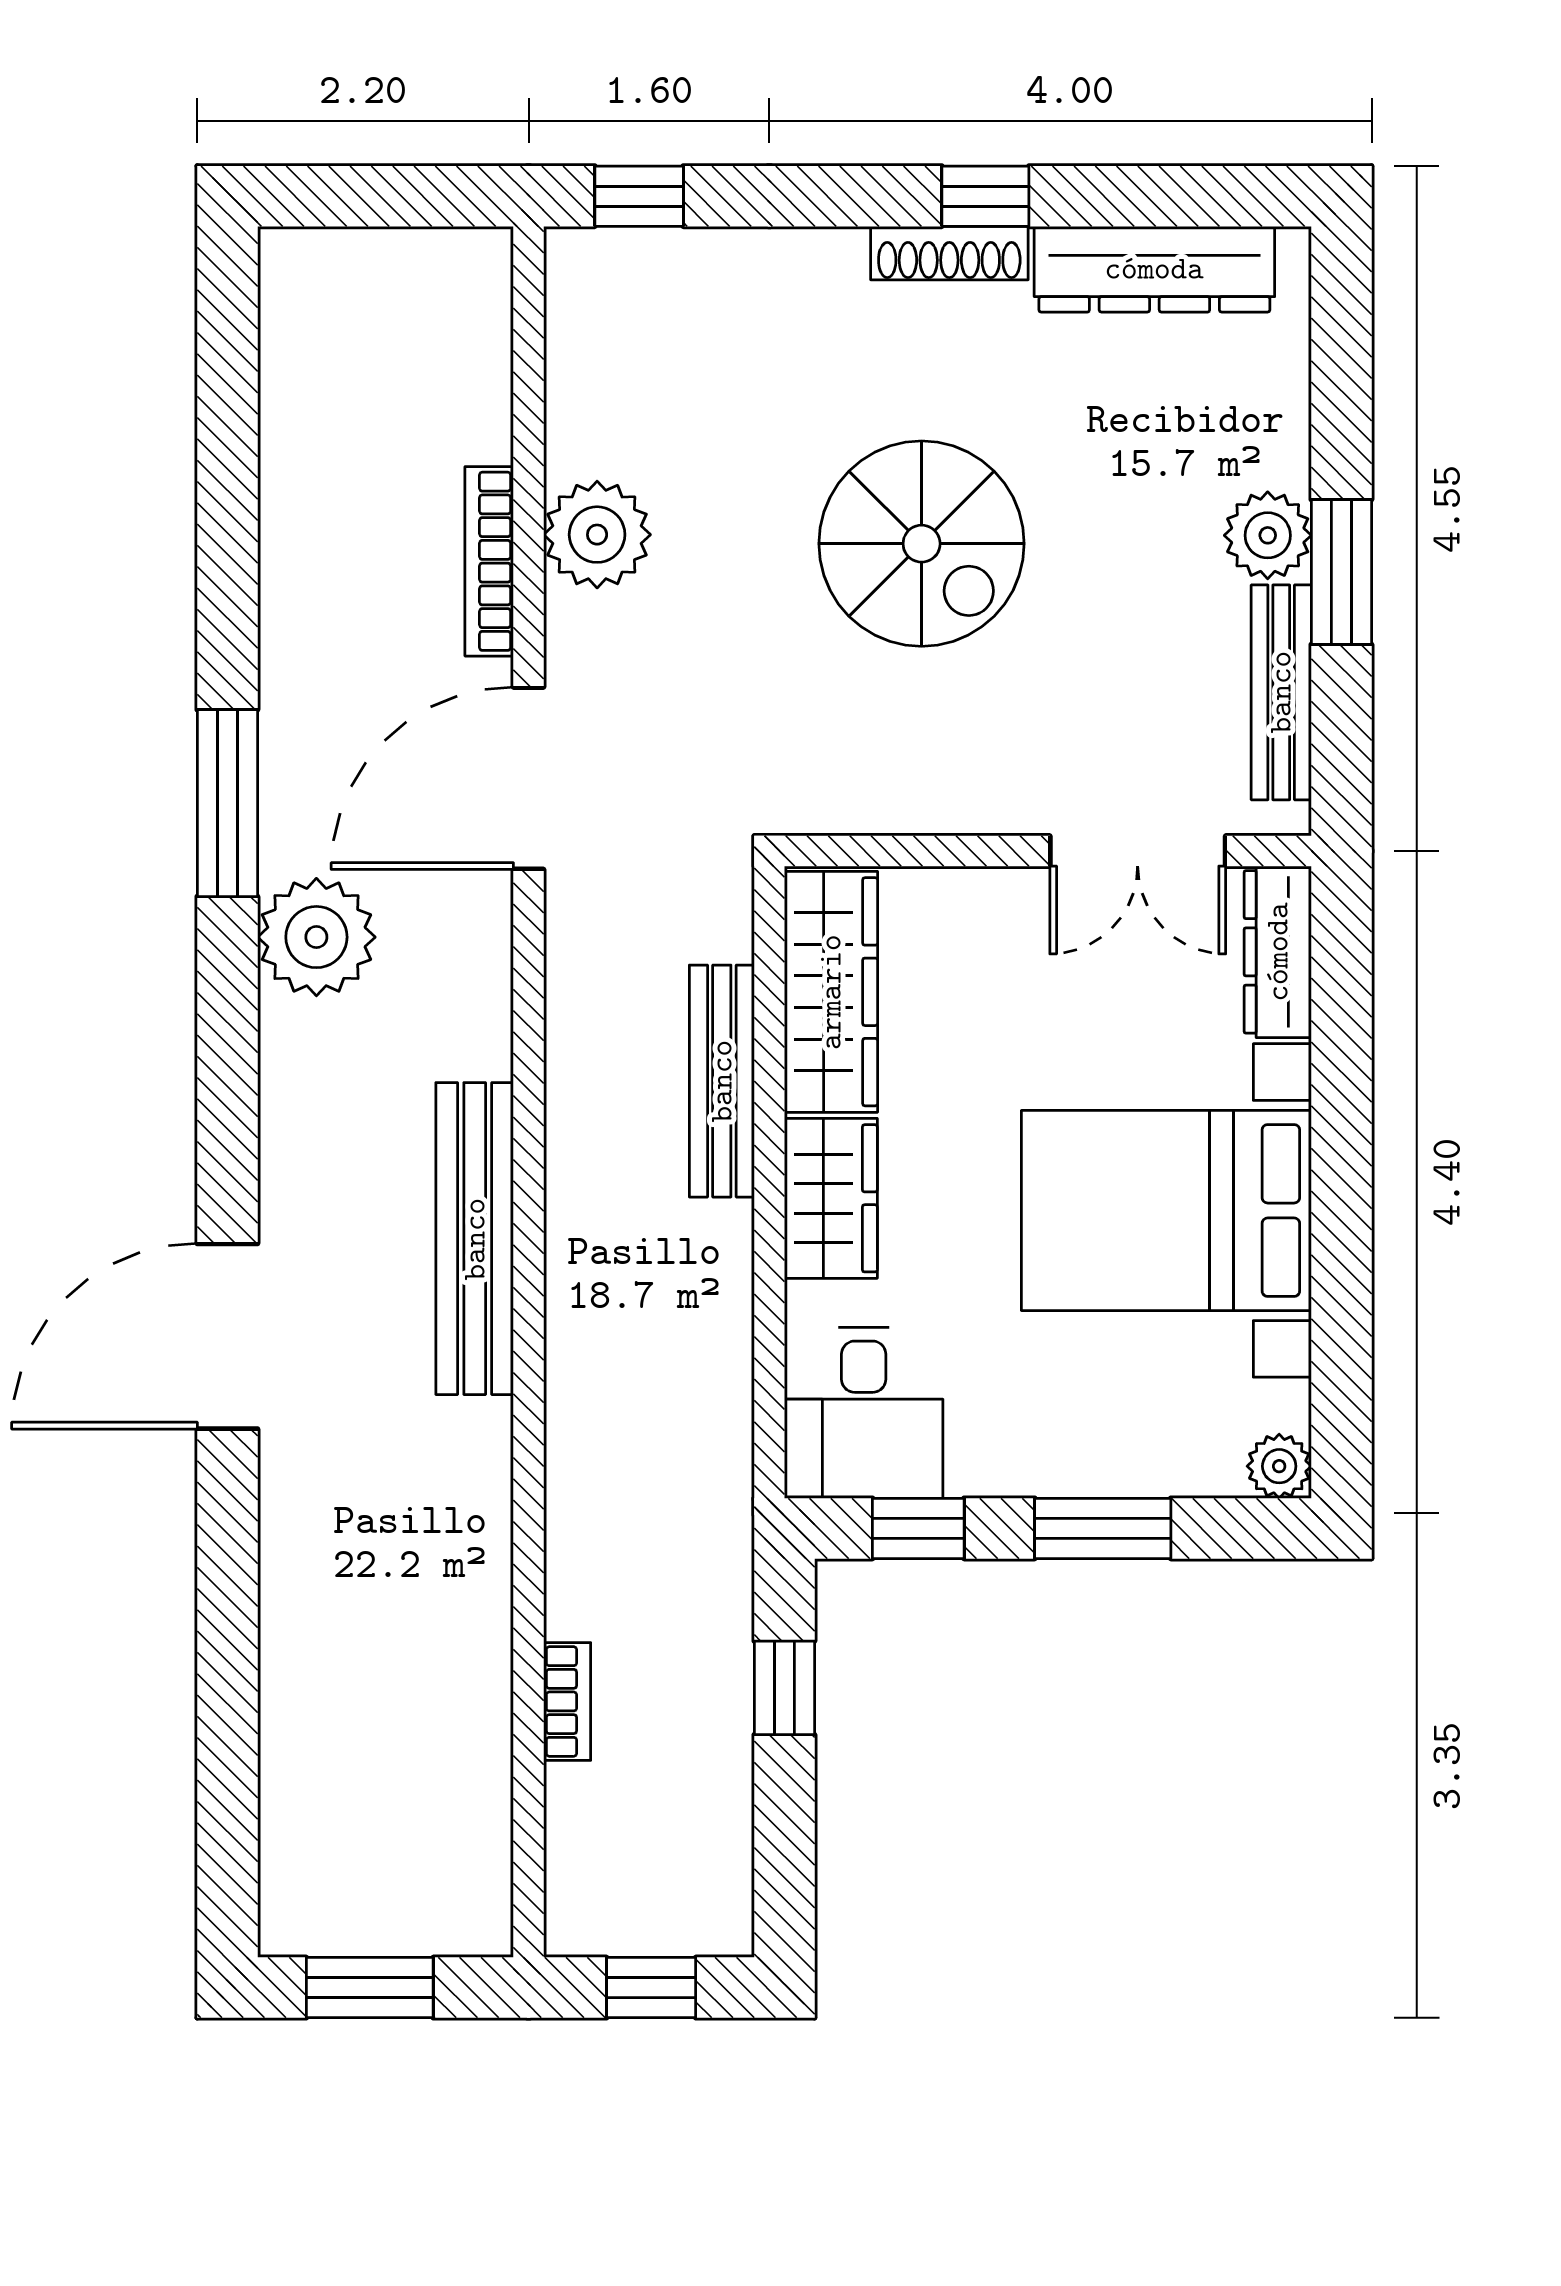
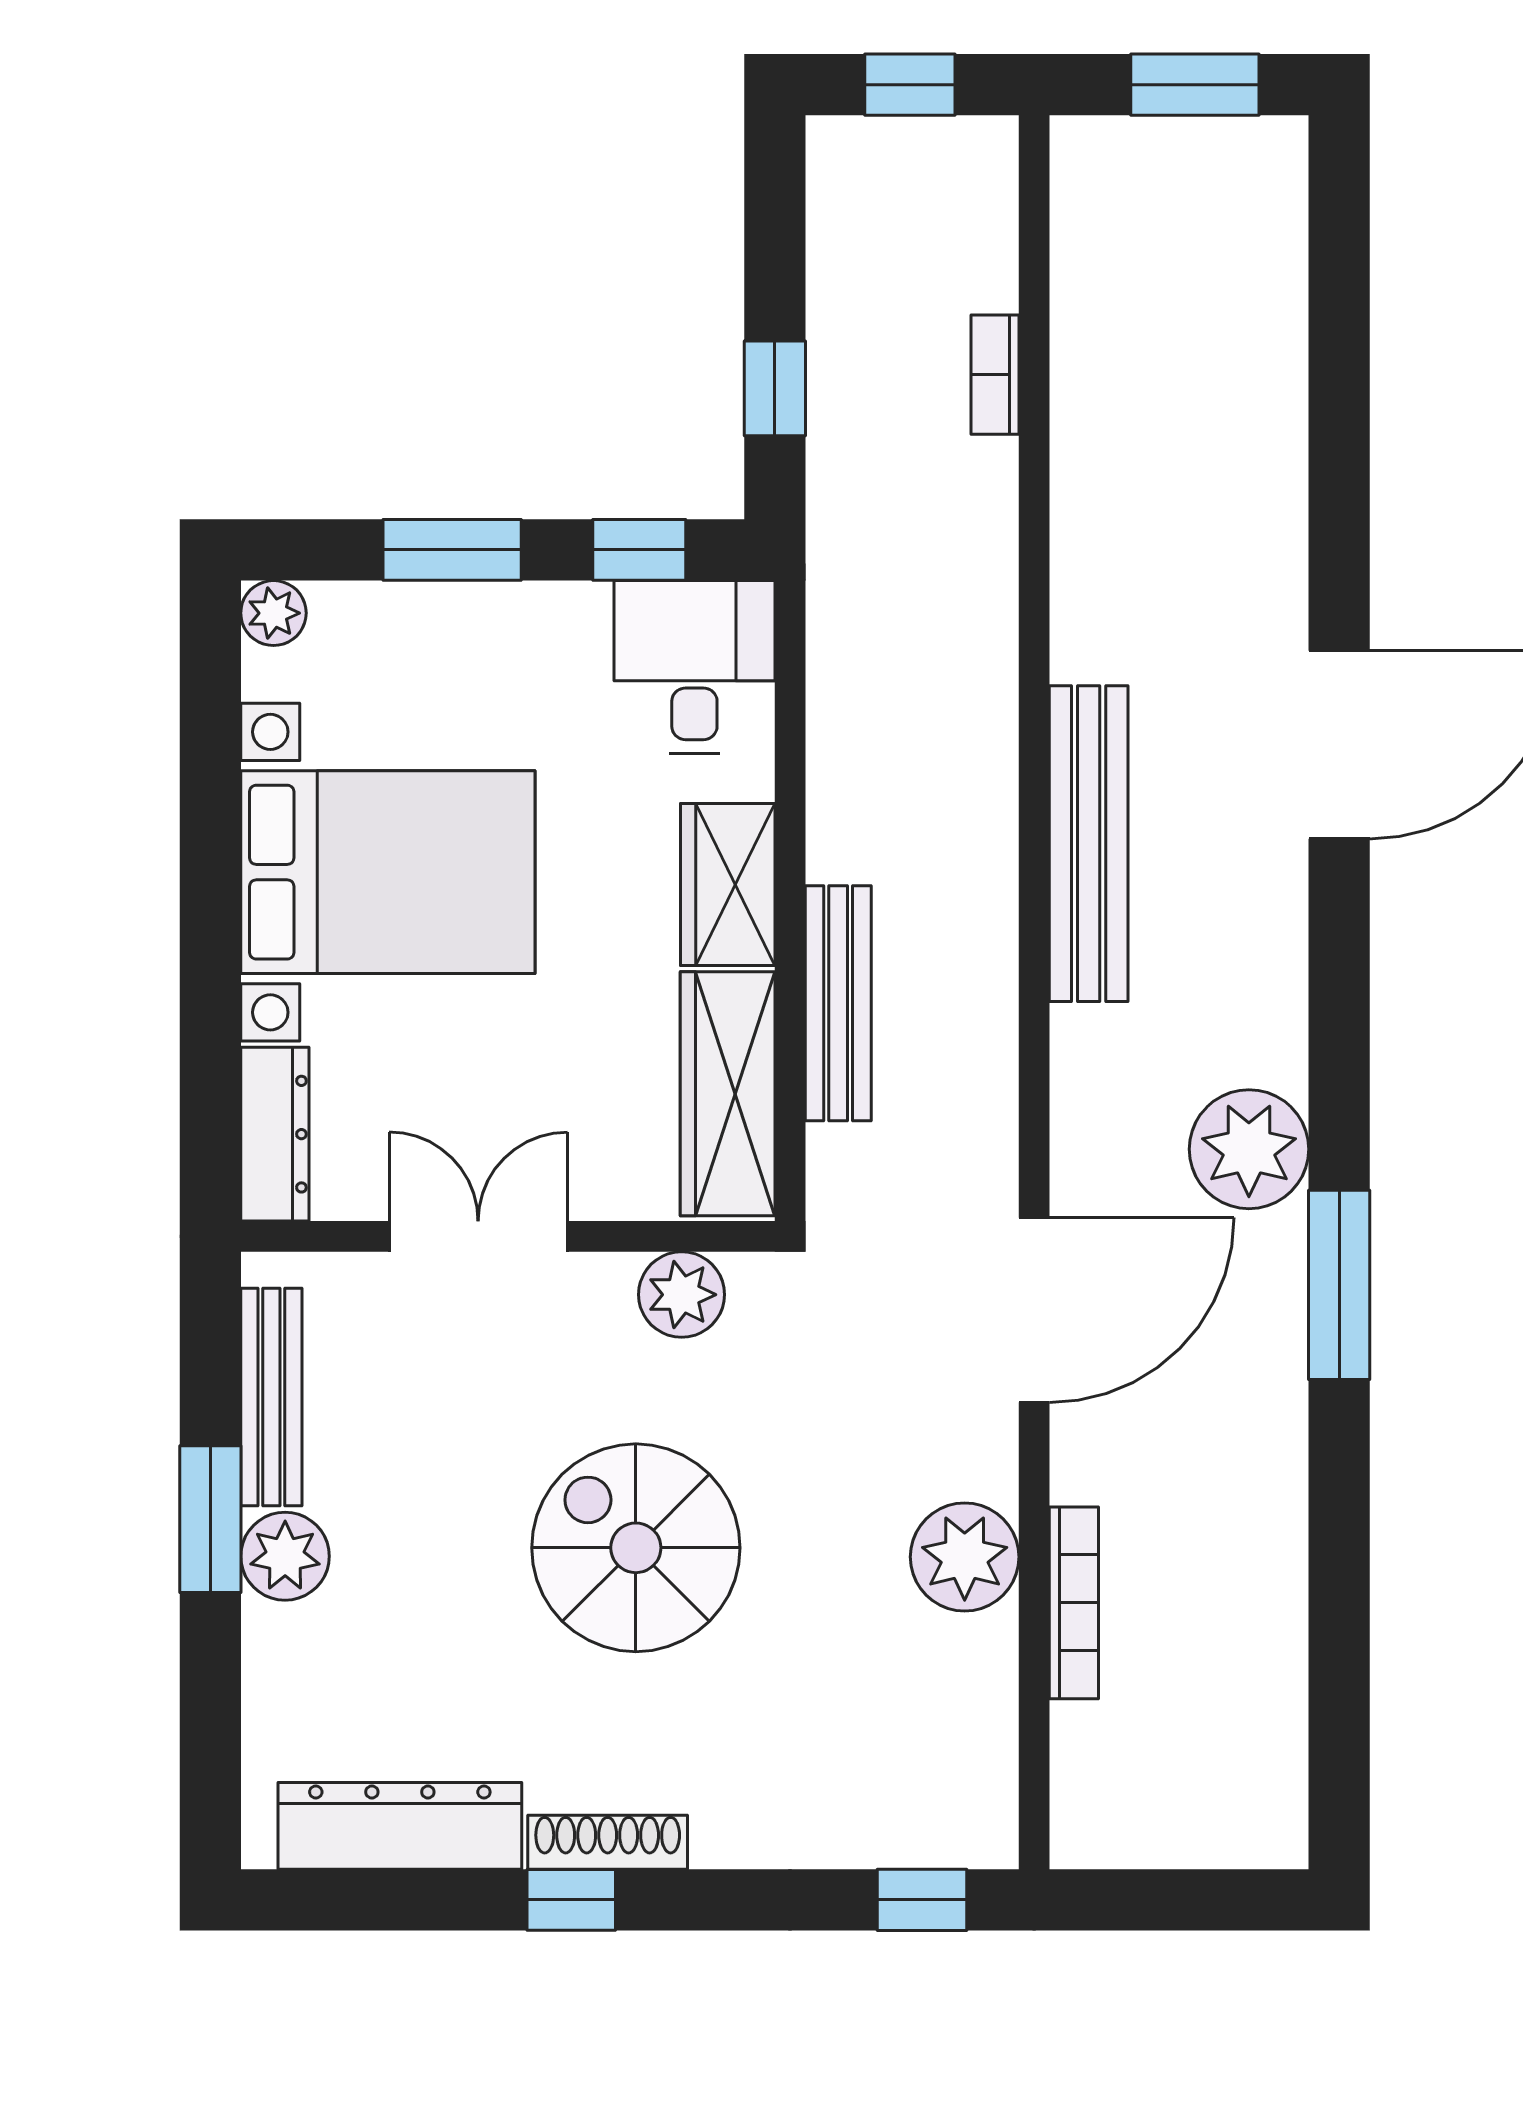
bookcase: (489, 561) -> (1074, 1603), moved
plant: (876, 794) -> (682, 1295), added
double door: (1138, 851) -> (478, 1236), moved

